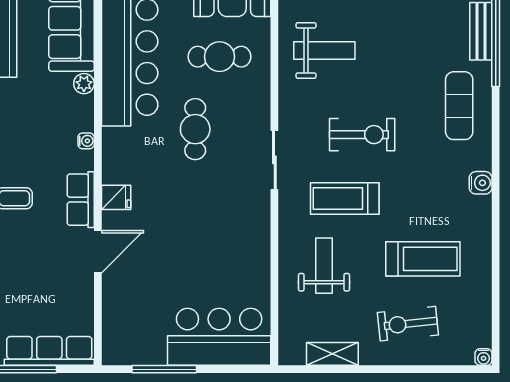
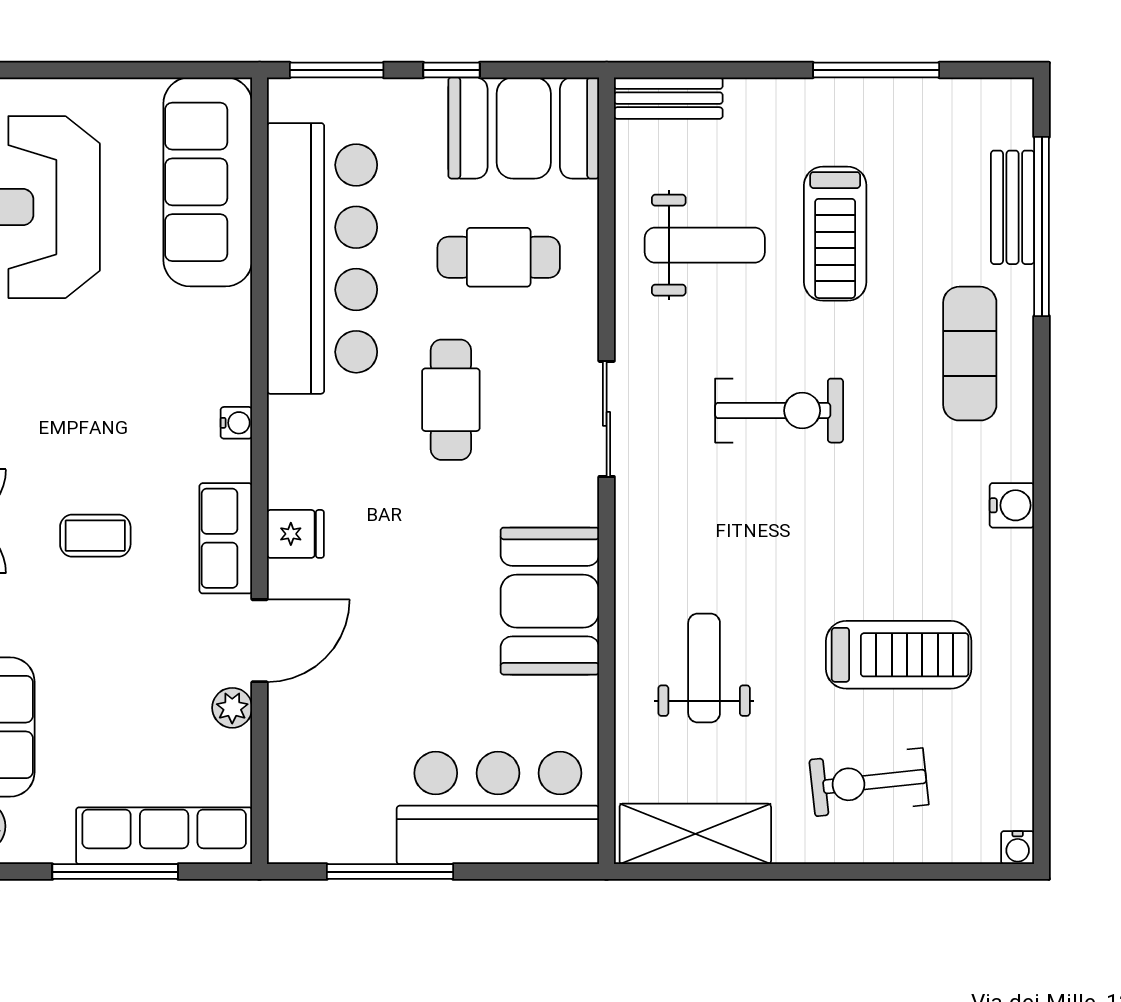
plant: (84, 84) -> (232, 708), moved
sliding door: (274, 160) -> (607, 419), moved
treadmill: (345, 198) -> (835, 234), moved, turned -90
booth: (246, 232) -> (550, 601), added
shelving: (332, 354) -> (695, 834), width x1.50, depth x1.33

